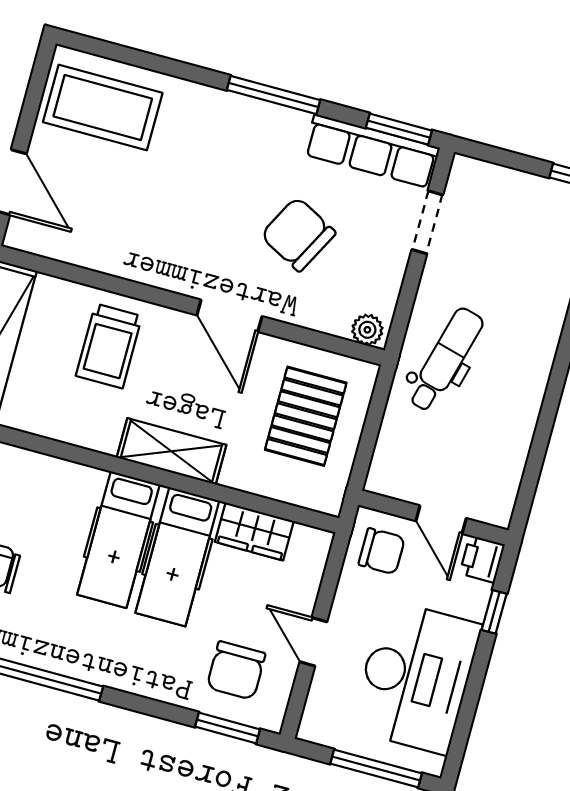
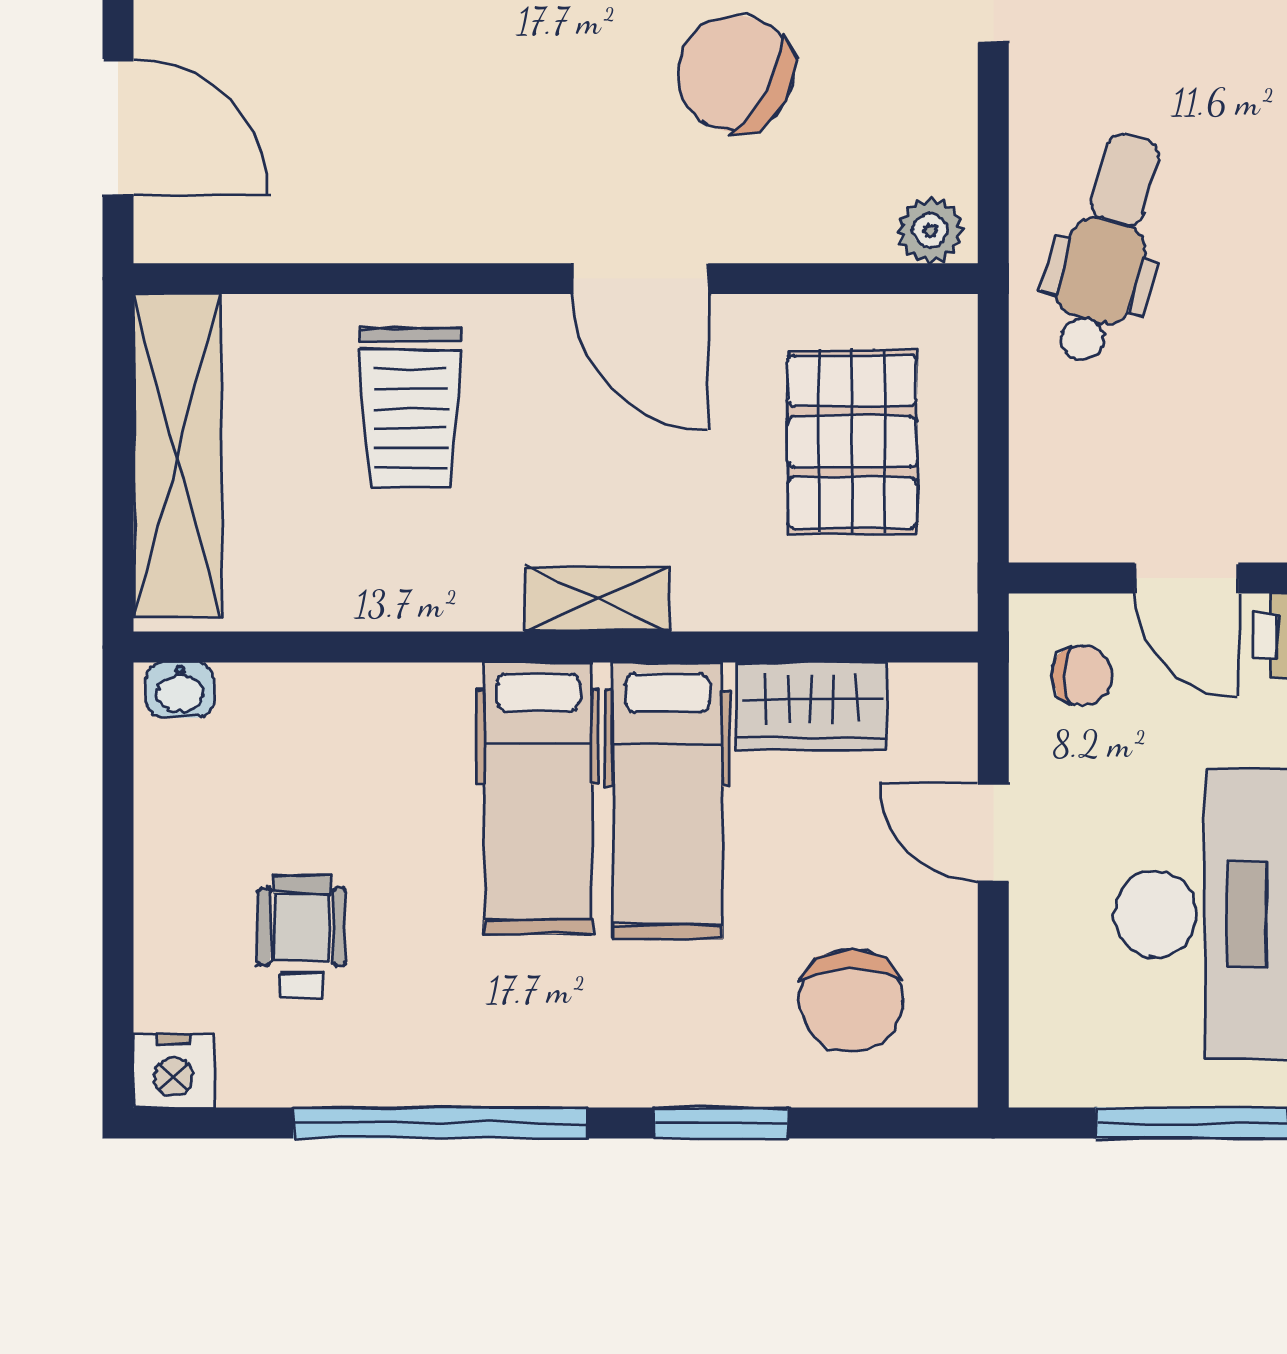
shelving: (171, 451) -> (597, 599), width x0.67, depth x0.75
chair: (382, 551) -> (1083, 676), width x0.73, depth x0.73
door: (313, 642) -> (993, 832), moved
window: (228, 728) -> (720, 1123), moved

